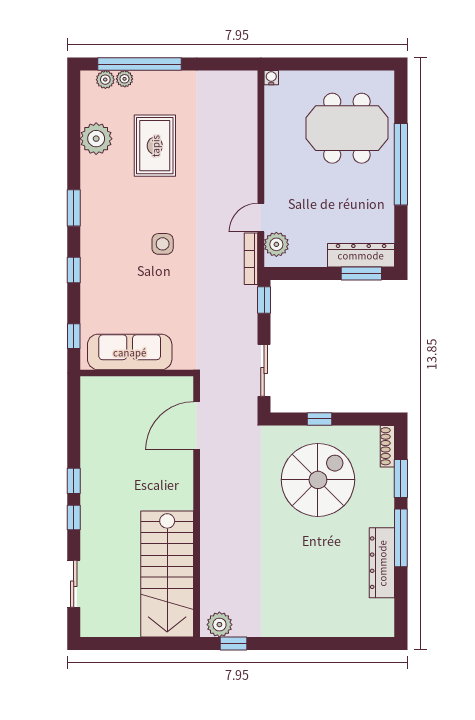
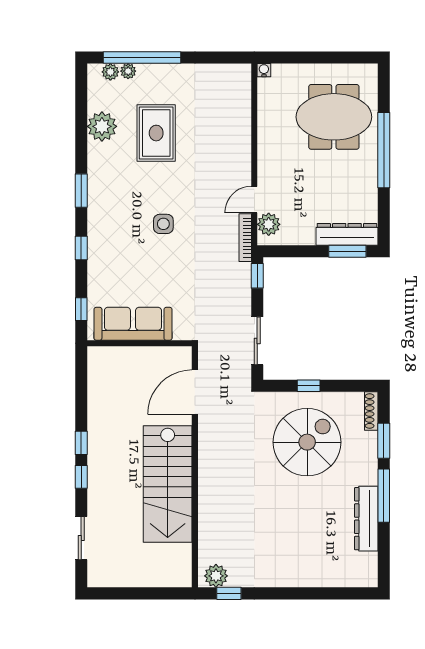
stairs: (167, 574) -> (168, 484), moved

